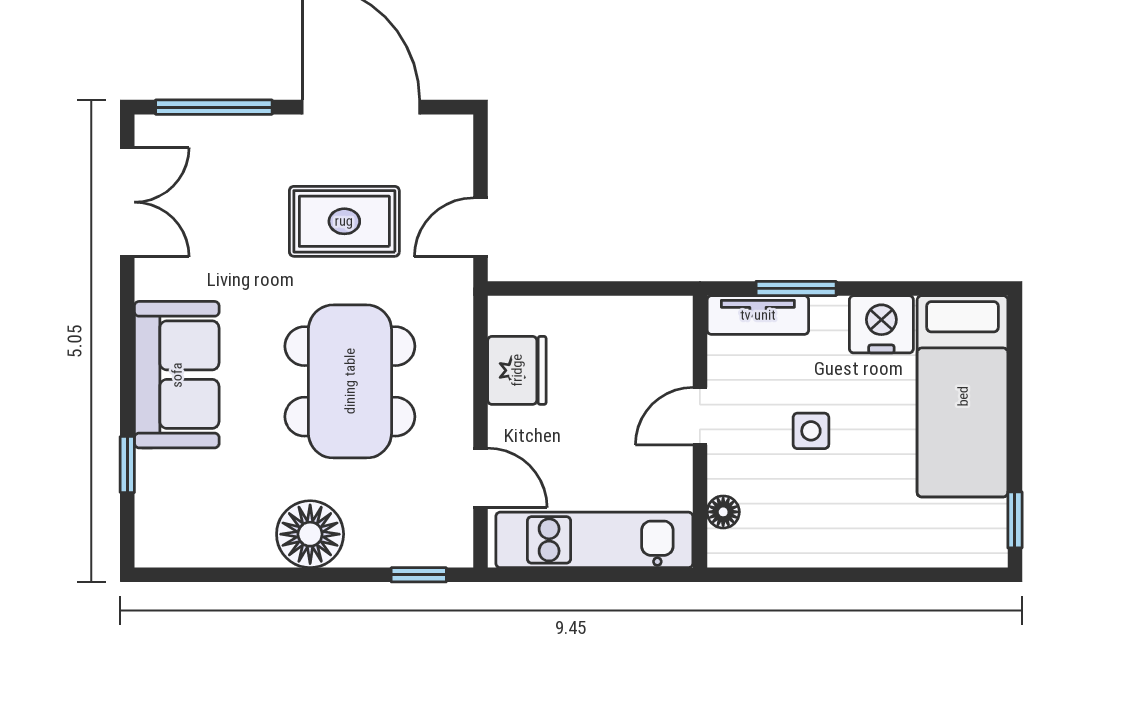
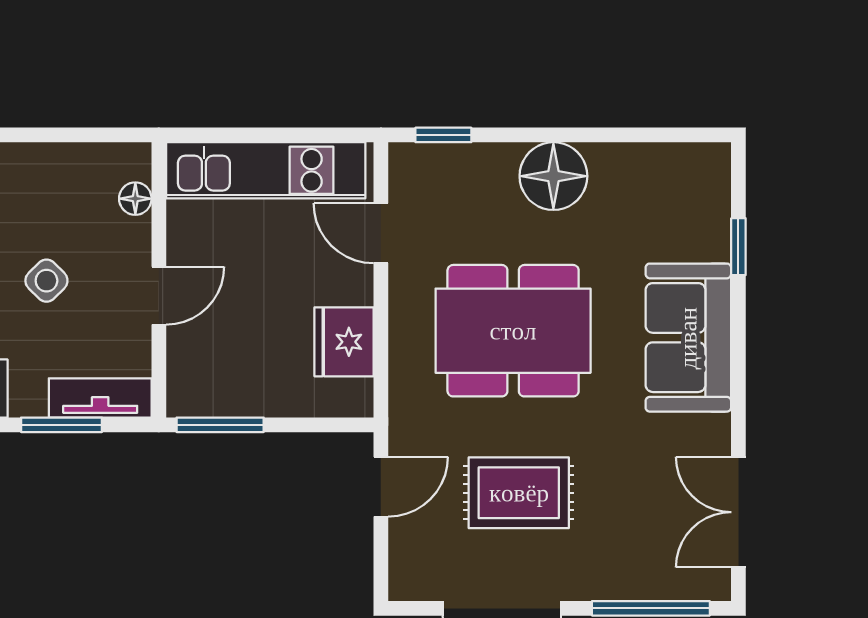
window: (639, 288) -> (220, 425), added
dining table: (350, 381) -> (513, 331), turned 90
side table: (811, 431) -> (46, 281), turned 45

